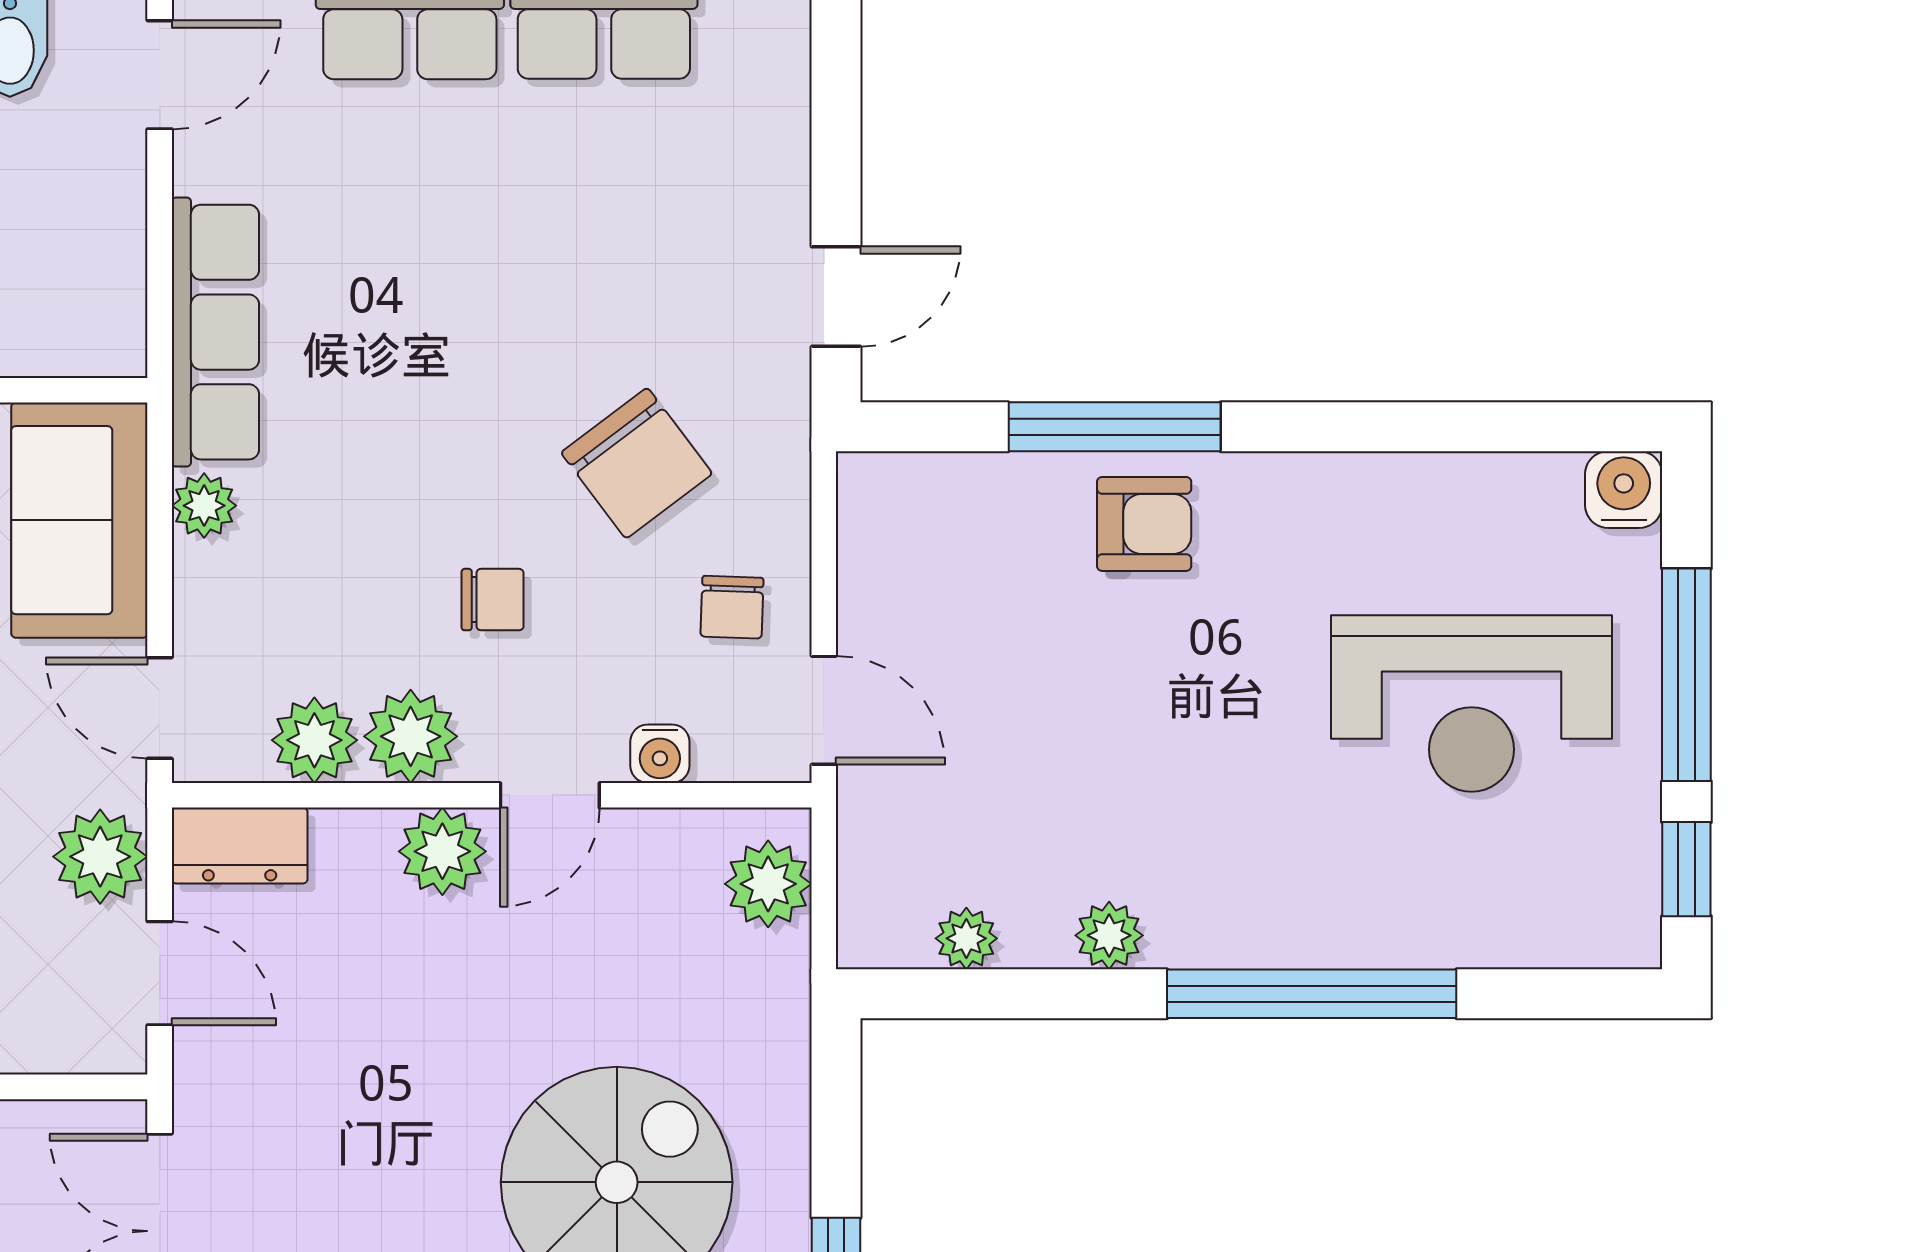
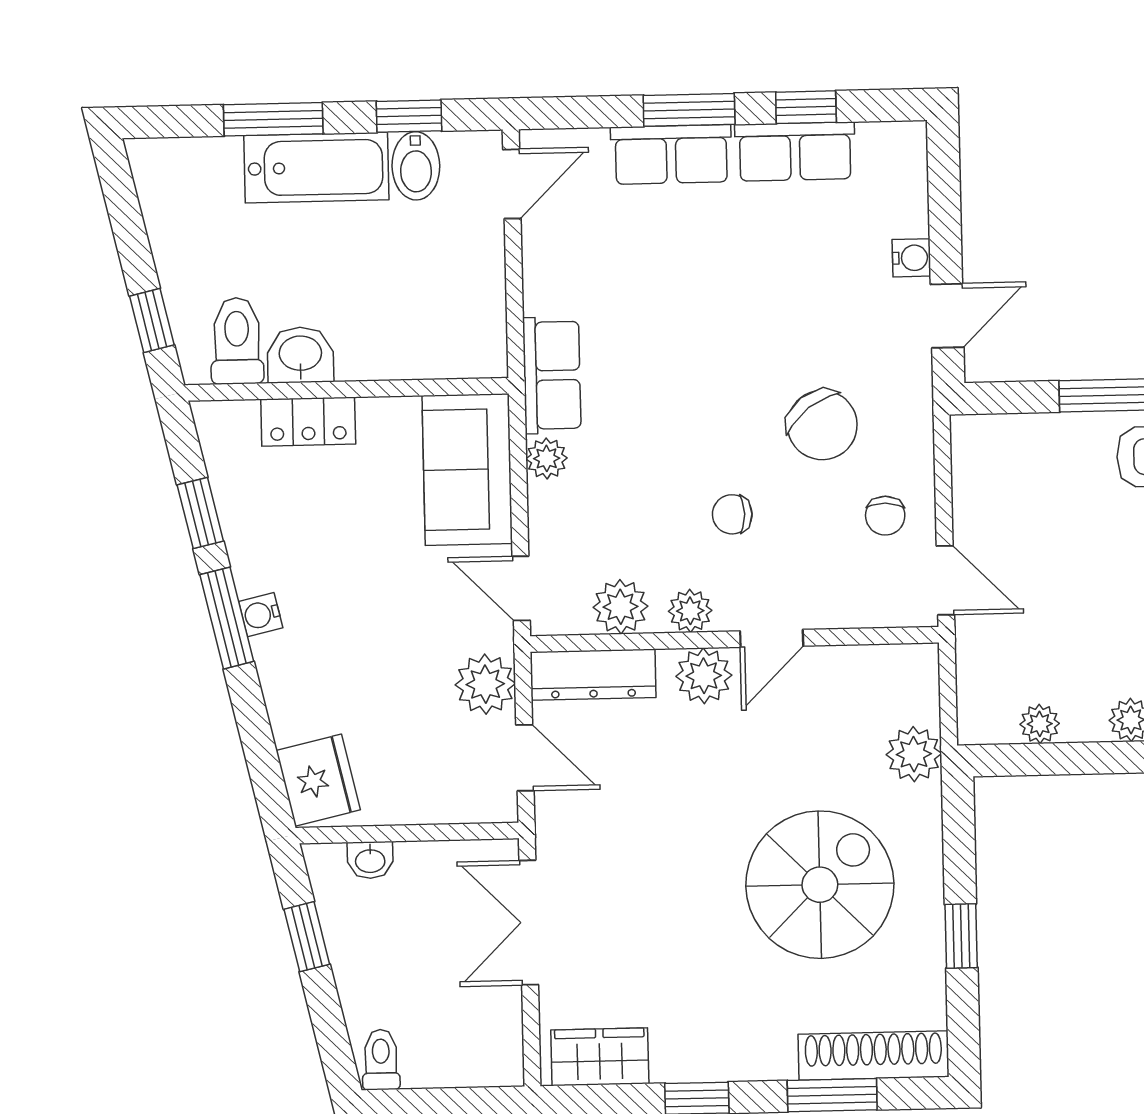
row of seats: (215, 332) -> (552, 375), width x0.68
chair: (493, 600) -> (732, 514), turned 180
plant: (411, 736) -> (690, 611), width x0.73, depth x0.73
water cooler: (660, 754) -> (911, 258), moved, turned -90
dresser: (240, 846) -> (593, 675), width x1.44
plant: (768, 884) -> (914, 754), moved

